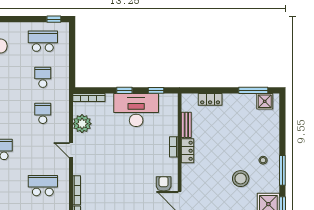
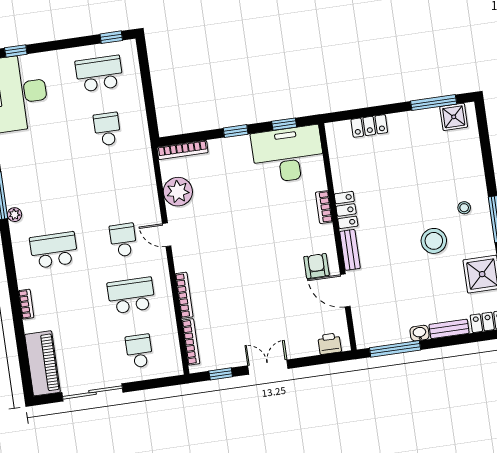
desk: (136, 110) -> (288, 154), moved
school desk: (43, 113) -> (123, 240), moved
bench: (186, 125) -> (350, 250), moved

